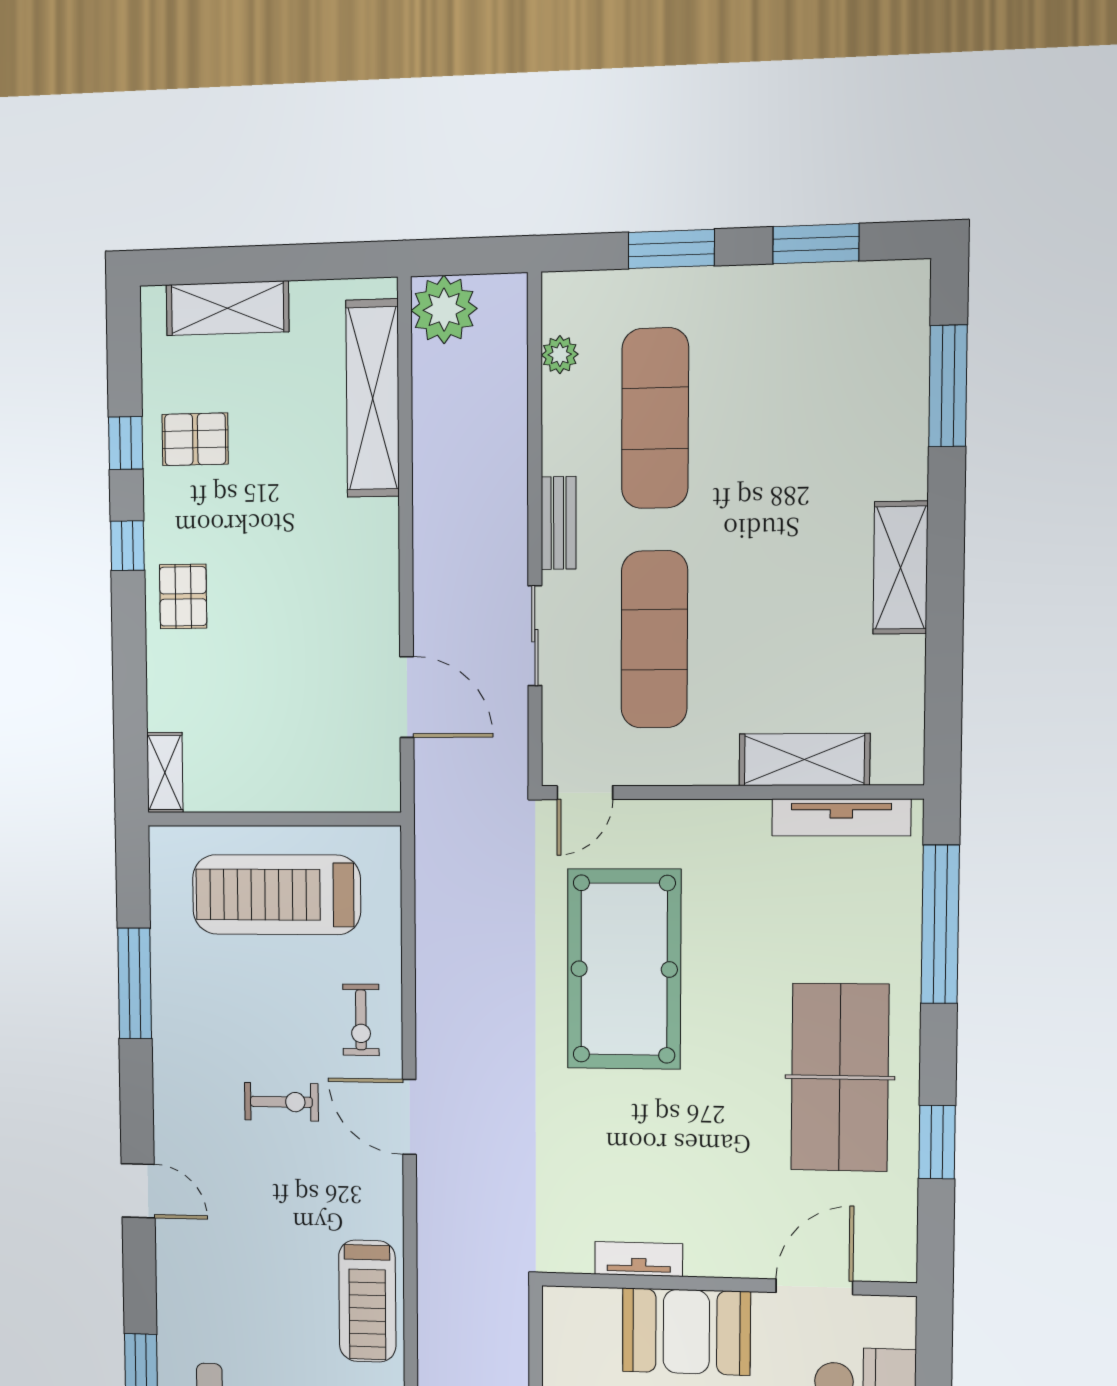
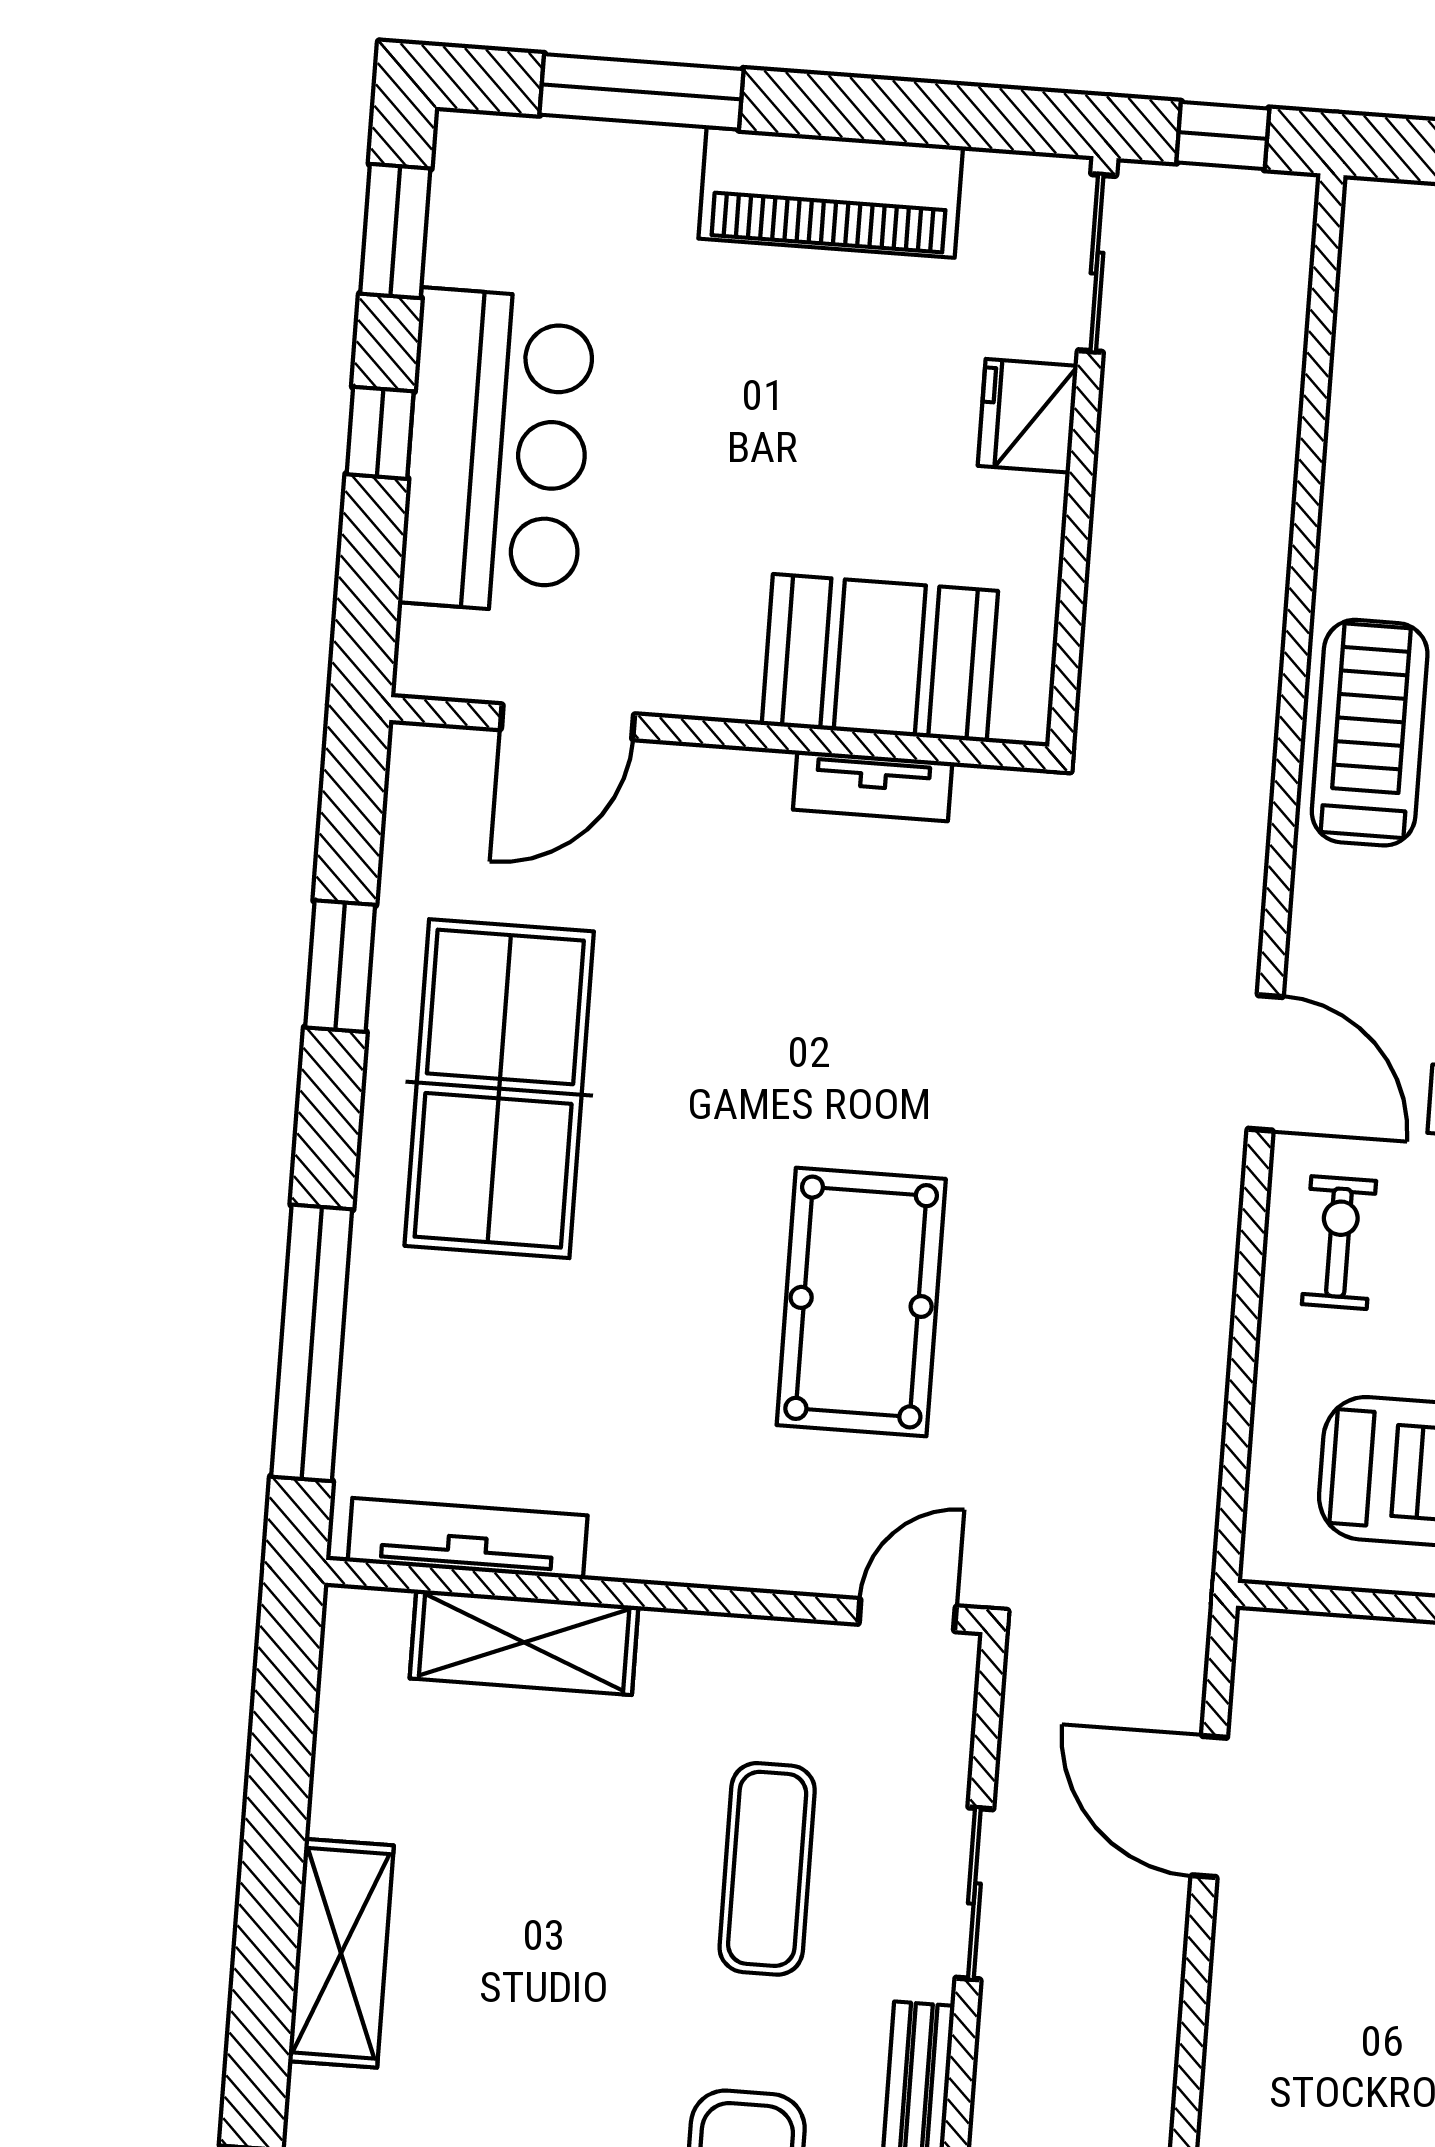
exercise mat: (654, 640) -> (767, 1869), width x0.73, depth x0.69
pool table: (624, 969) -> (861, 1302), width x0.73, depth x0.76
booth: (686, 1332) -> (880, 658), moved

